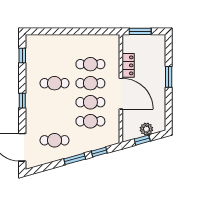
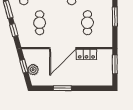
window: (83, 31) -> (115, 17), added
window: (169, 77) -> (62, 88), moved
cafe table: (90, 83) -> (72, 23), removed
cafe table: (90, 102) -> (56, 23), removed

